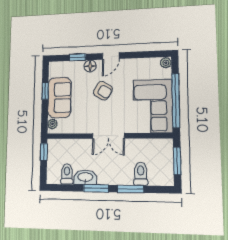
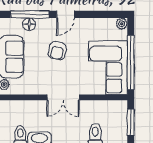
window: (77, 57) -> (30, 14), width x2.17
floor lamp: (90, 66) -> (29, 24), moved
armchair: (103, 91) -> (57, 51), turned 71

